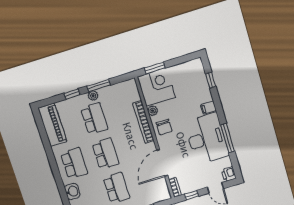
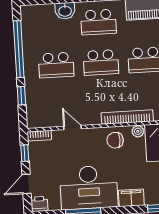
filing cabinet: (208, 108) -> (131, 198), width x2.00
door: (162, 163) -> (73, 127), width x0.53

